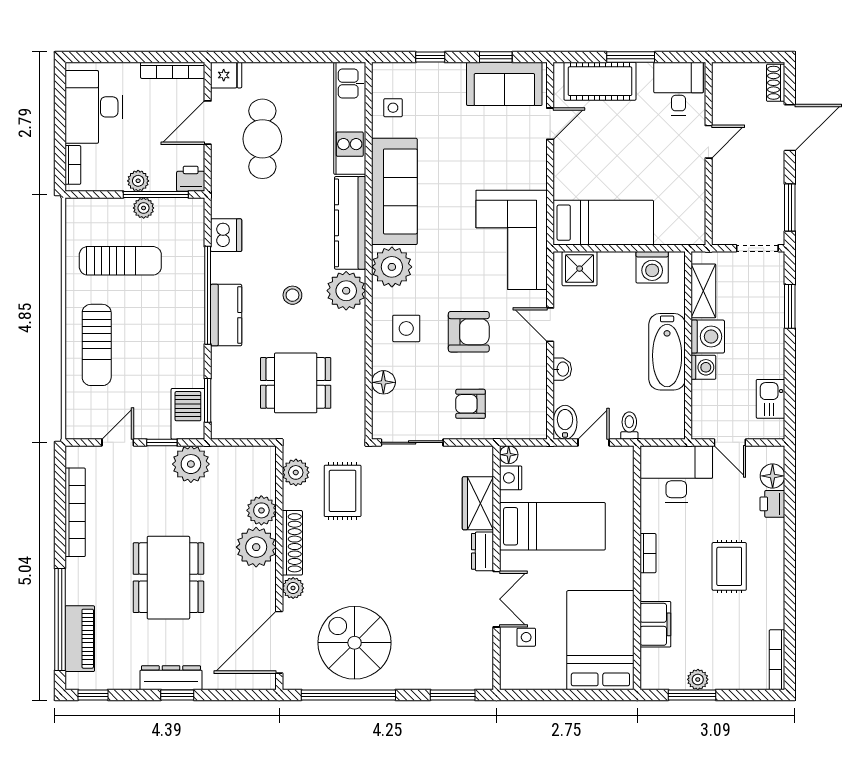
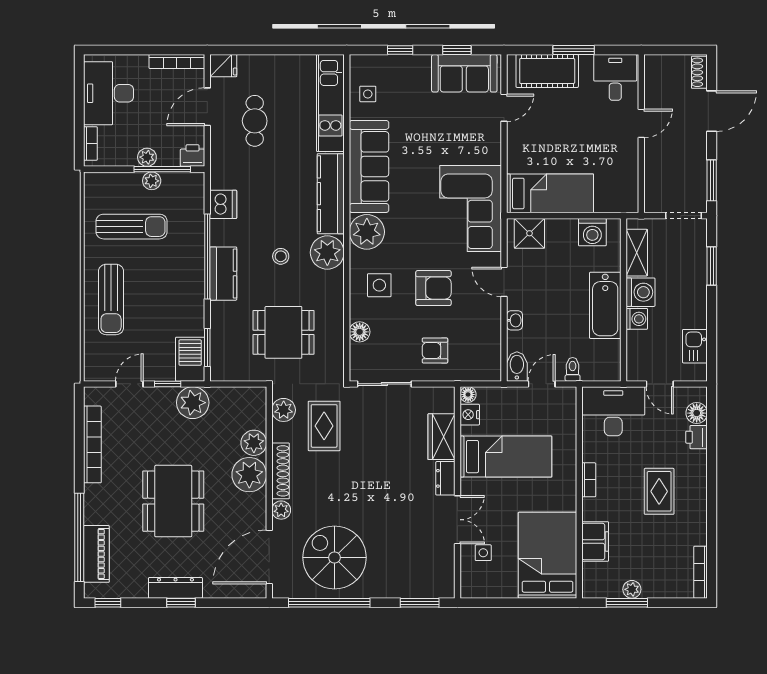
cafe table: (262, 139) -> (255, 121), width x0.73, depth x0.74

